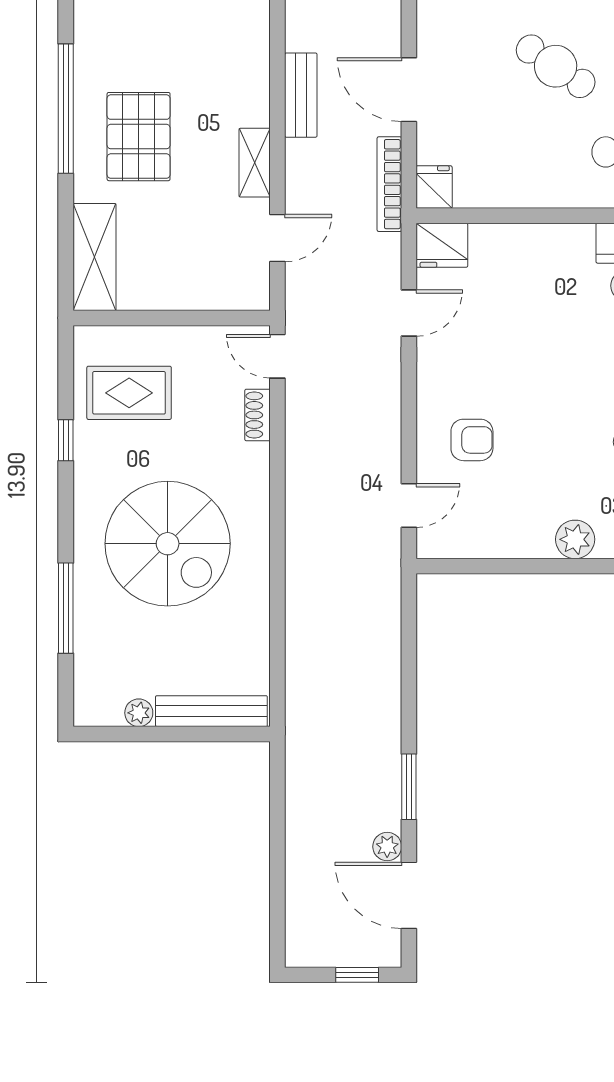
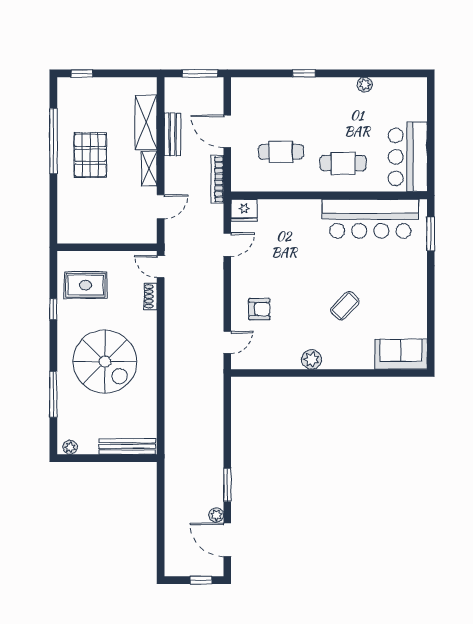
cafe table: (556, 66) -> (281, 152), moved, turned -34
fridge: (434, 187) -> (240, 181), removed
shelving: (94, 257) -> (146, 122), moved
plant: (139, 713) -> (70, 447), moved

